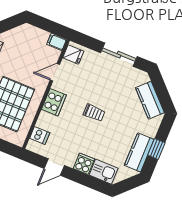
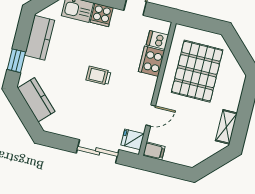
sliding door: (119, 55) -> (98, 151), moved
cooker: (54, 102) -> (152, 61), moved
window: (156, 149) -> (16, 61), moved

